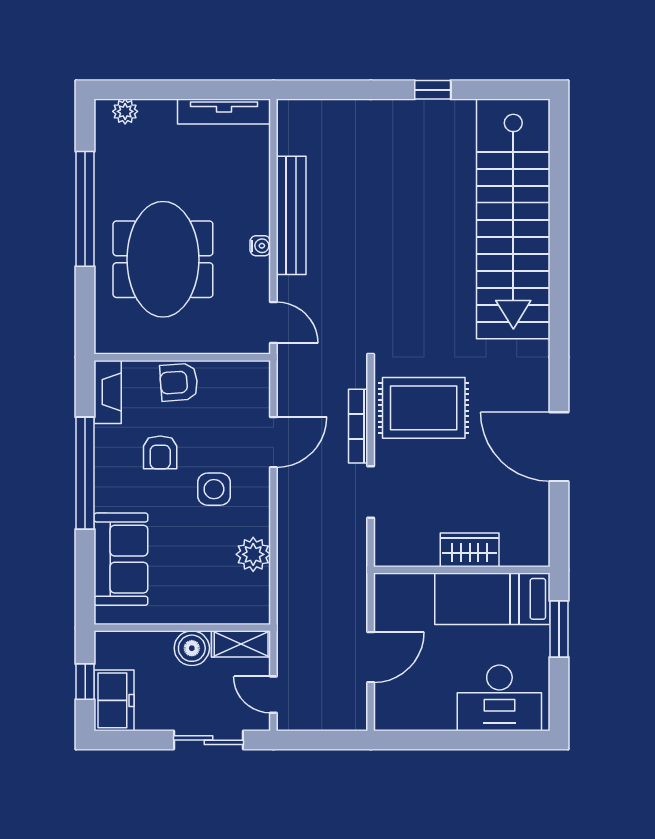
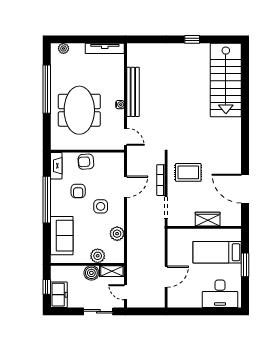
stairs: (513, 219) -> (226, 80), width x0.73
rug: (424, 408) -> (188, 172), width x0.73, depth x0.70
wardrobe: (470, 550) -> (208, 219), moved
wall: (462, 570) -> (204, 227), moved
plant: (207, 607) -> (98, 256), added

